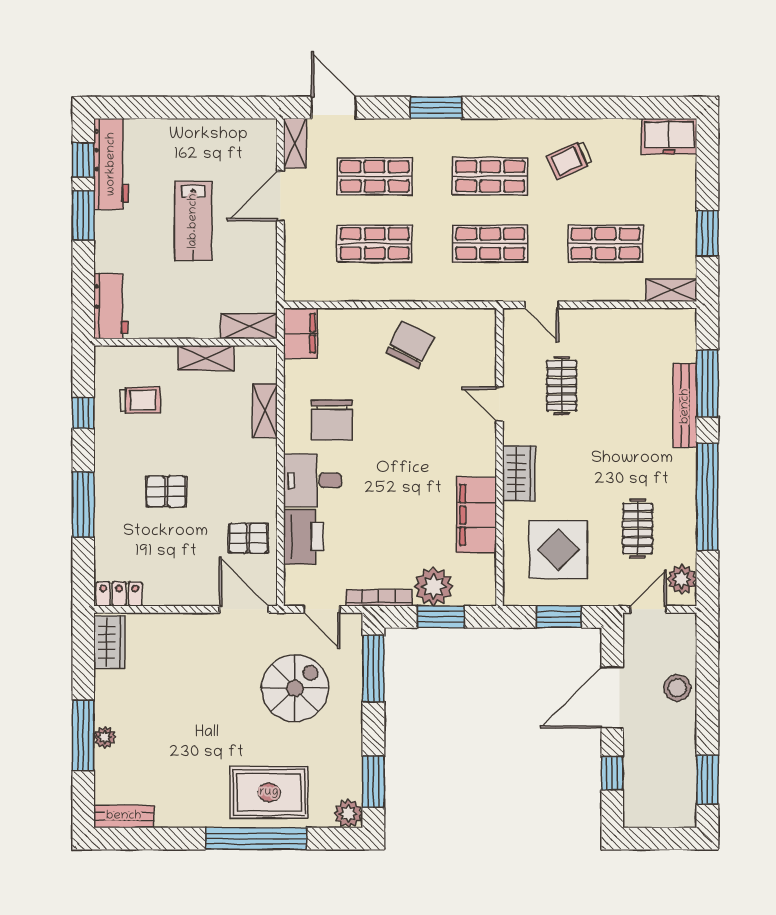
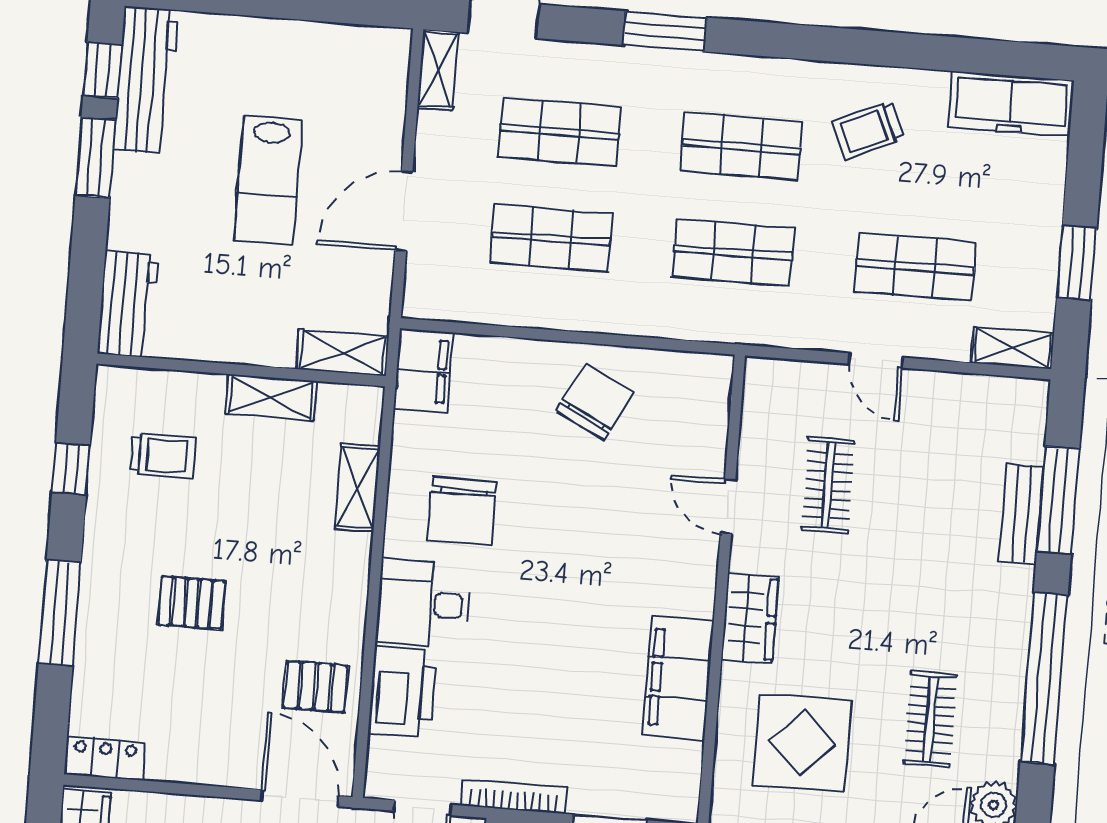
freezer: (669, 136) -> (1011, 104), width x1.40
door: (280, 196) -> (404, 211), moved
door: (542, 305) -> (876, 361), moved
bench: (685, 406) -> (1021, 514), width x0.73
plant: (434, 587) -> (601, 786), removed

